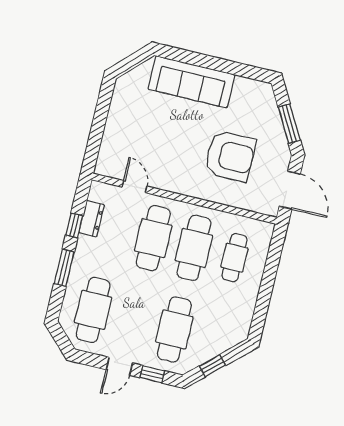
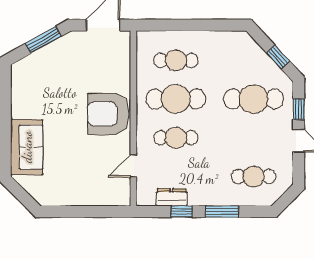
sofa: (191, 82) -> (27, 147), width x0.73
armchair: (230, 156) -> (108, 114), moved, turned -90
cafe table: (153, 238) -> (176, 138), width x0.73, depth x0.74
cafe table: (93, 310) -> (254, 176), width x0.73, depth x0.74

